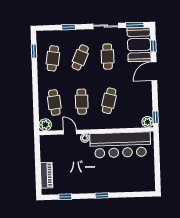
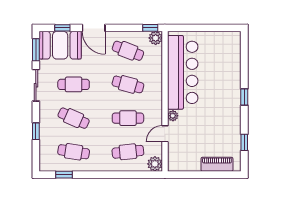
cafe table: (136, 100) -> (128, 51), added

